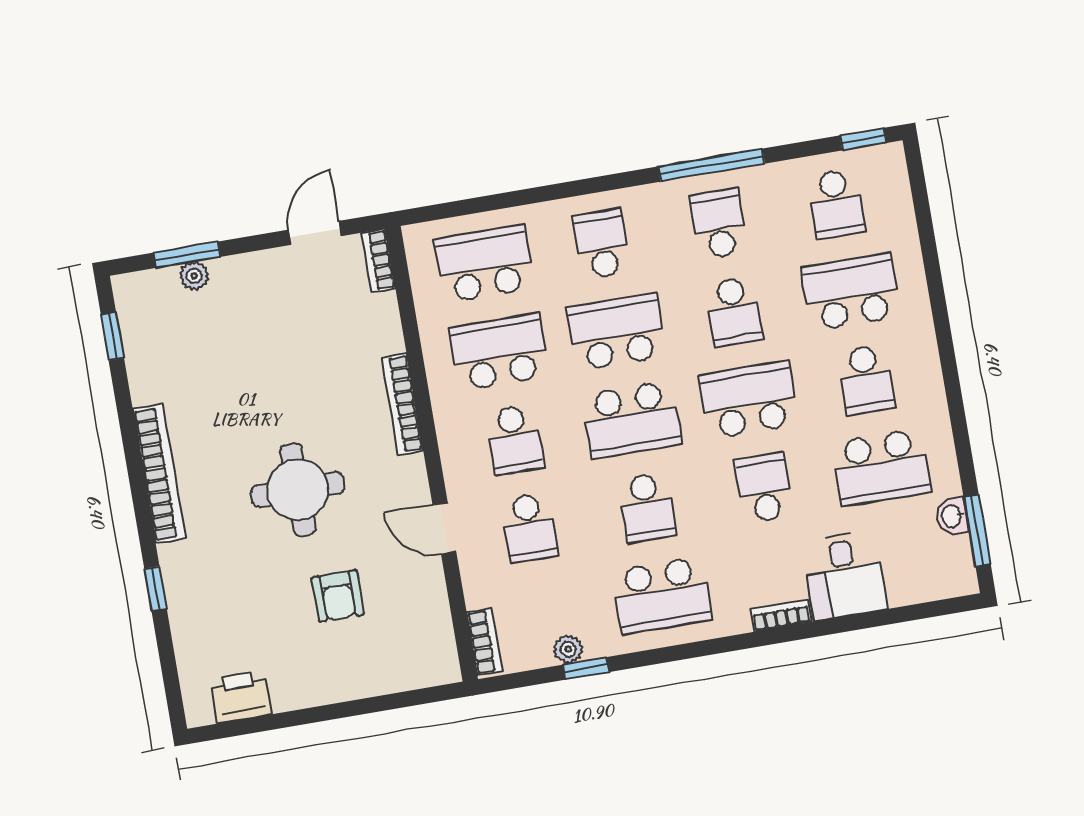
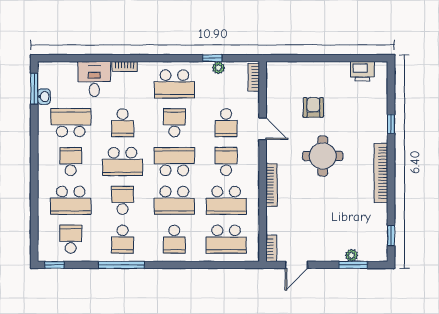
school desk: (529, 528) -> (226, 123), turned 180
school desk: (662, 595) -> (174, 84), turned 180

